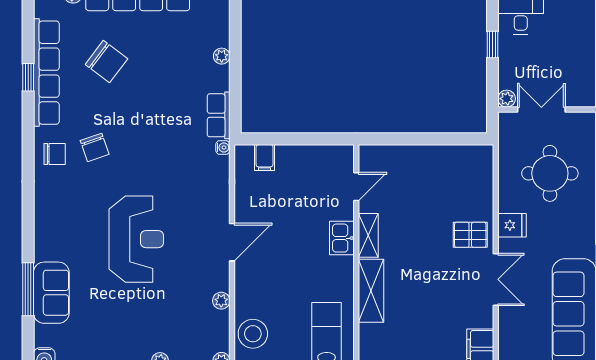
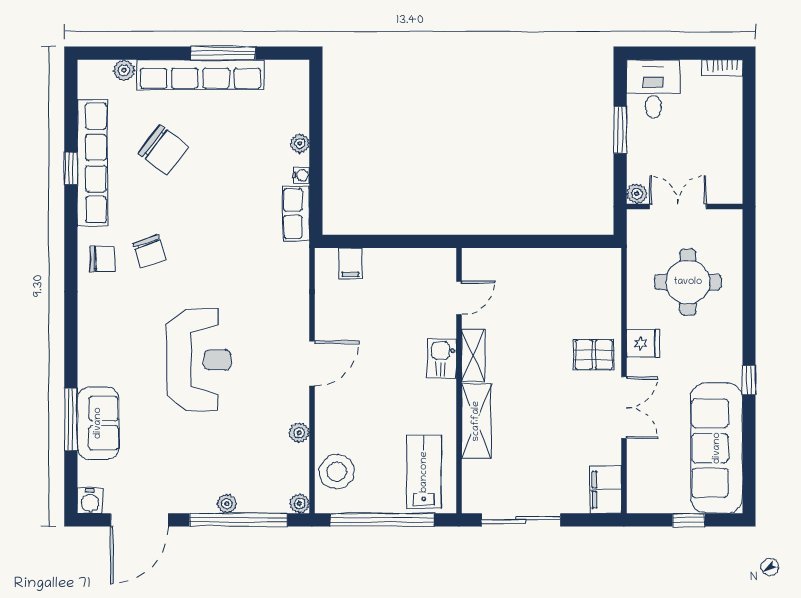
window: (493, 45) -> (620, 130), width x1.50
water cooler: (223, 148) -> (301, 175), moved

